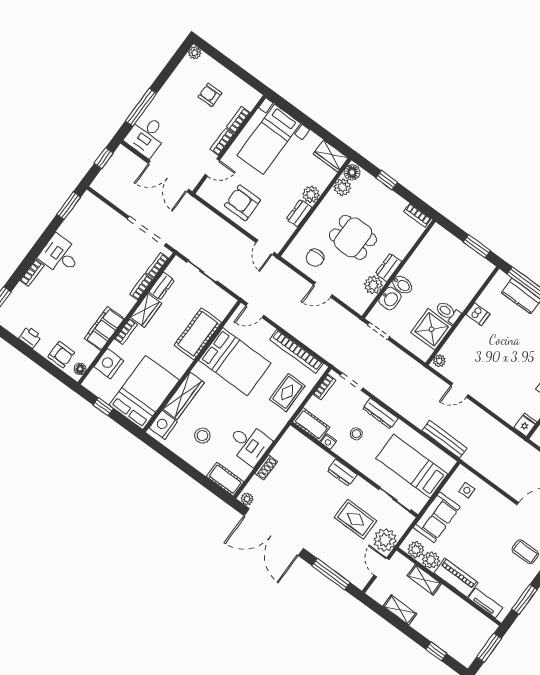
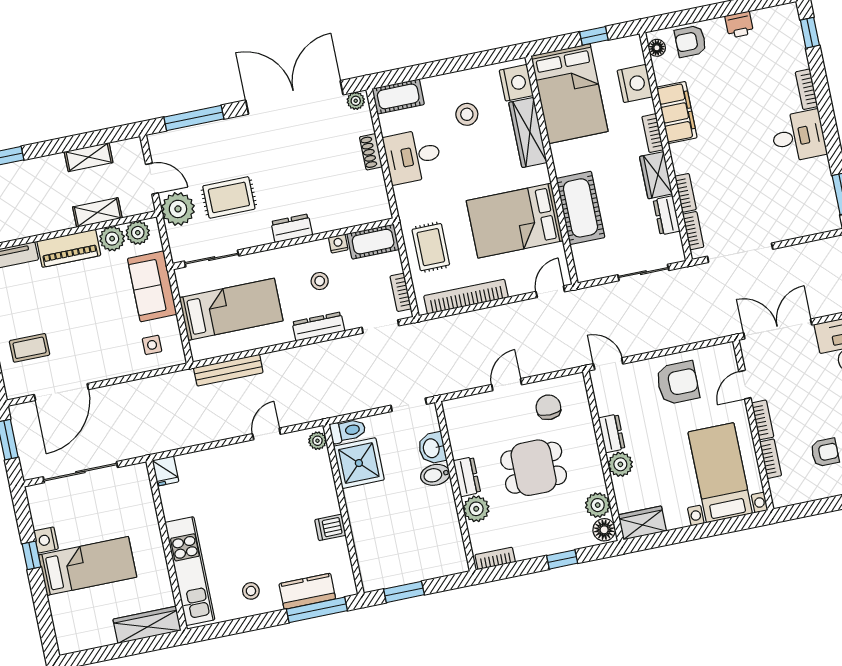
plant: (373, 285) -> (476, 509), moved
toilet: (448, 312) -> (348, 431), moved

